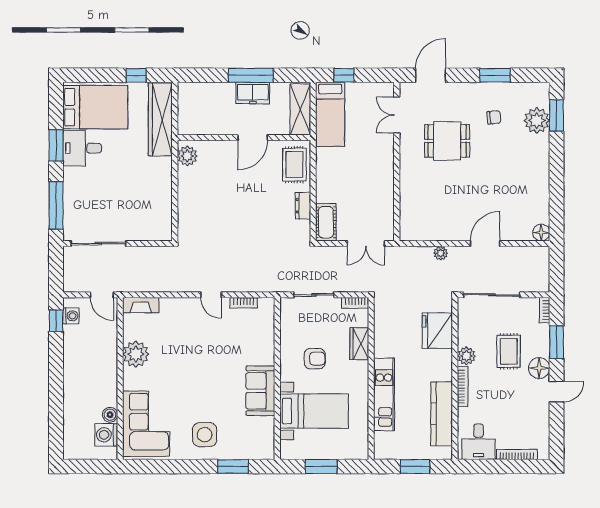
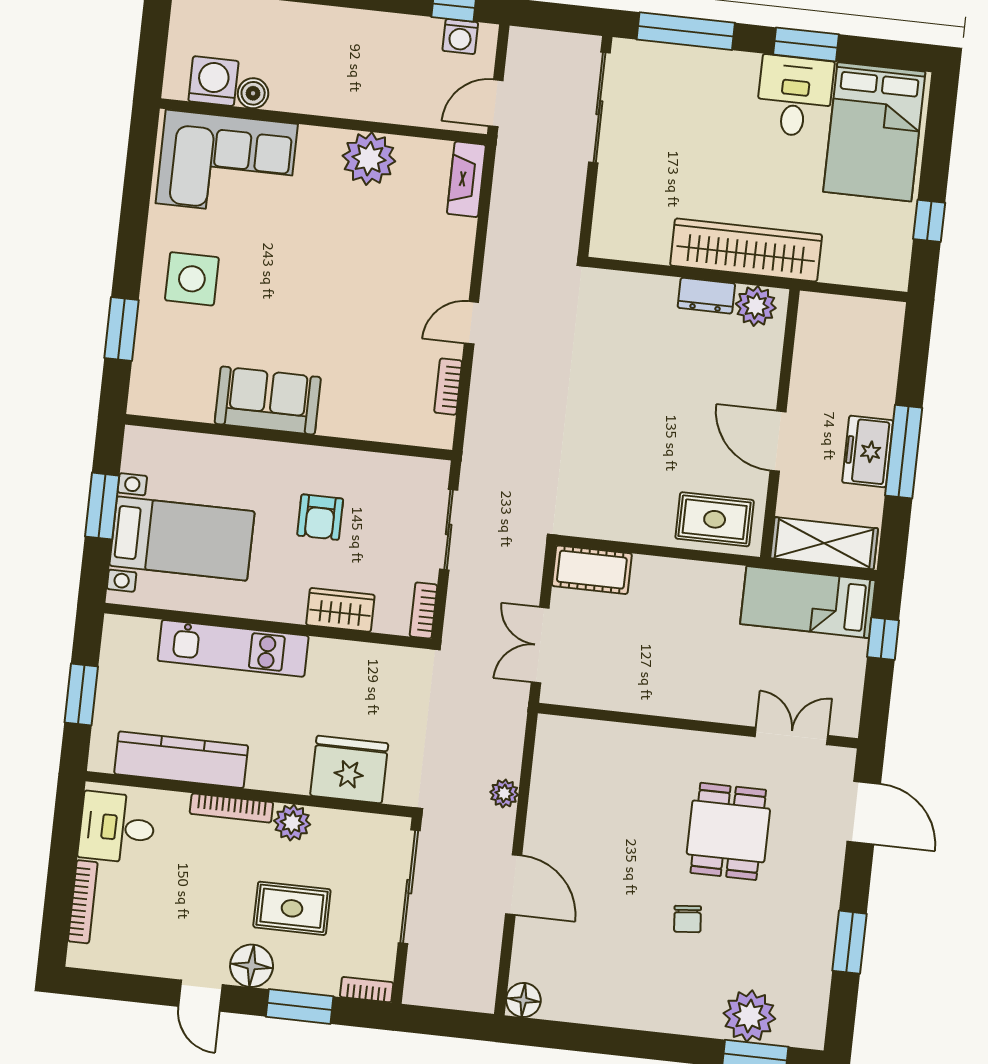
chair: (494, 117) -> (688, 919), moved
wardrobe: (160, 120) -> (746, 250), moved
dresser: (303, 206) -> (706, 296), moved, turned 180
bed with nightstands: (314, 411) -> (182, 539), moved, turned -90

